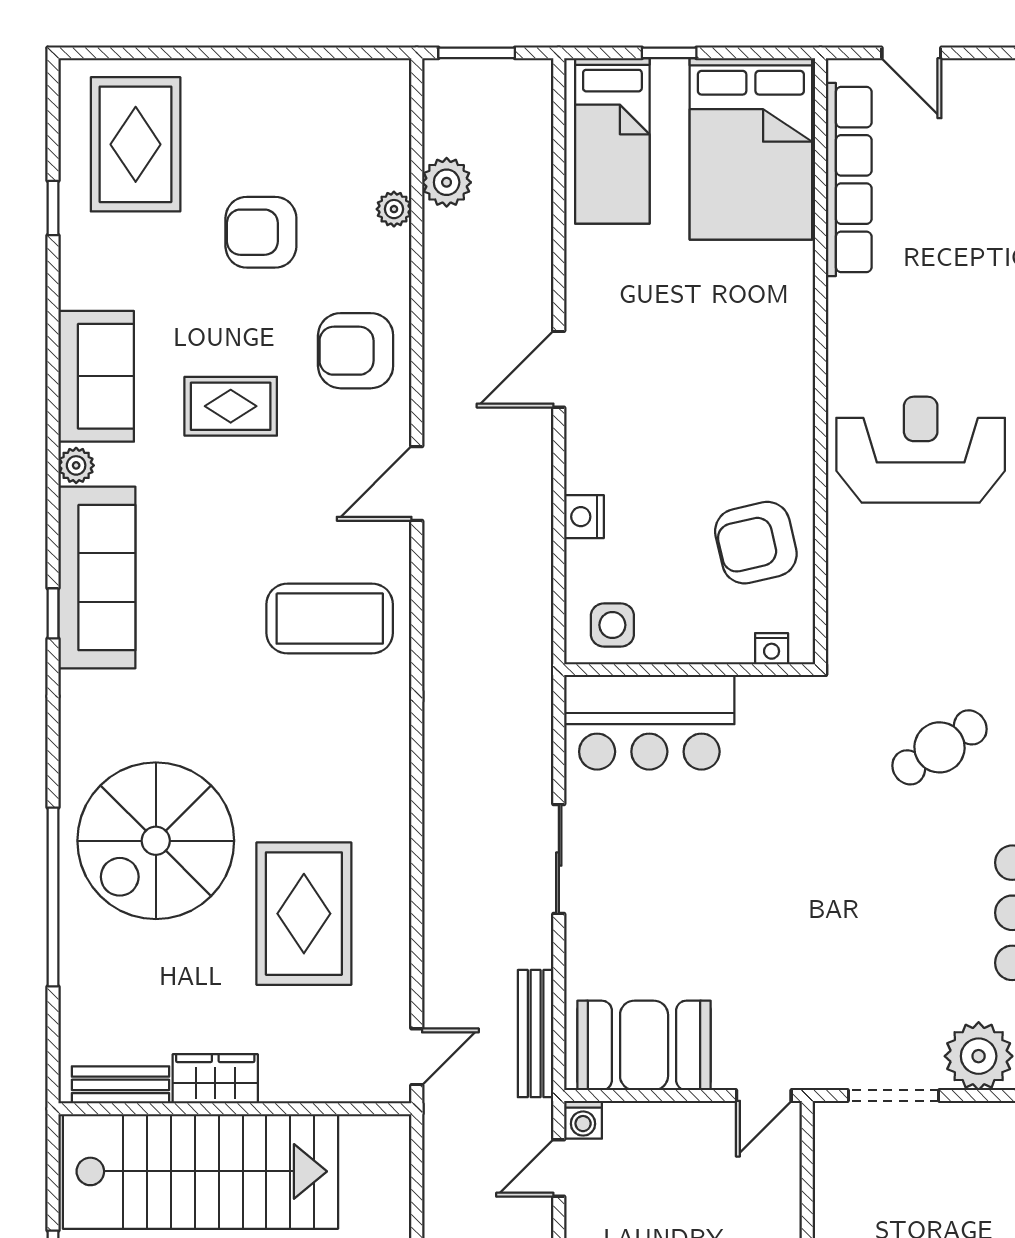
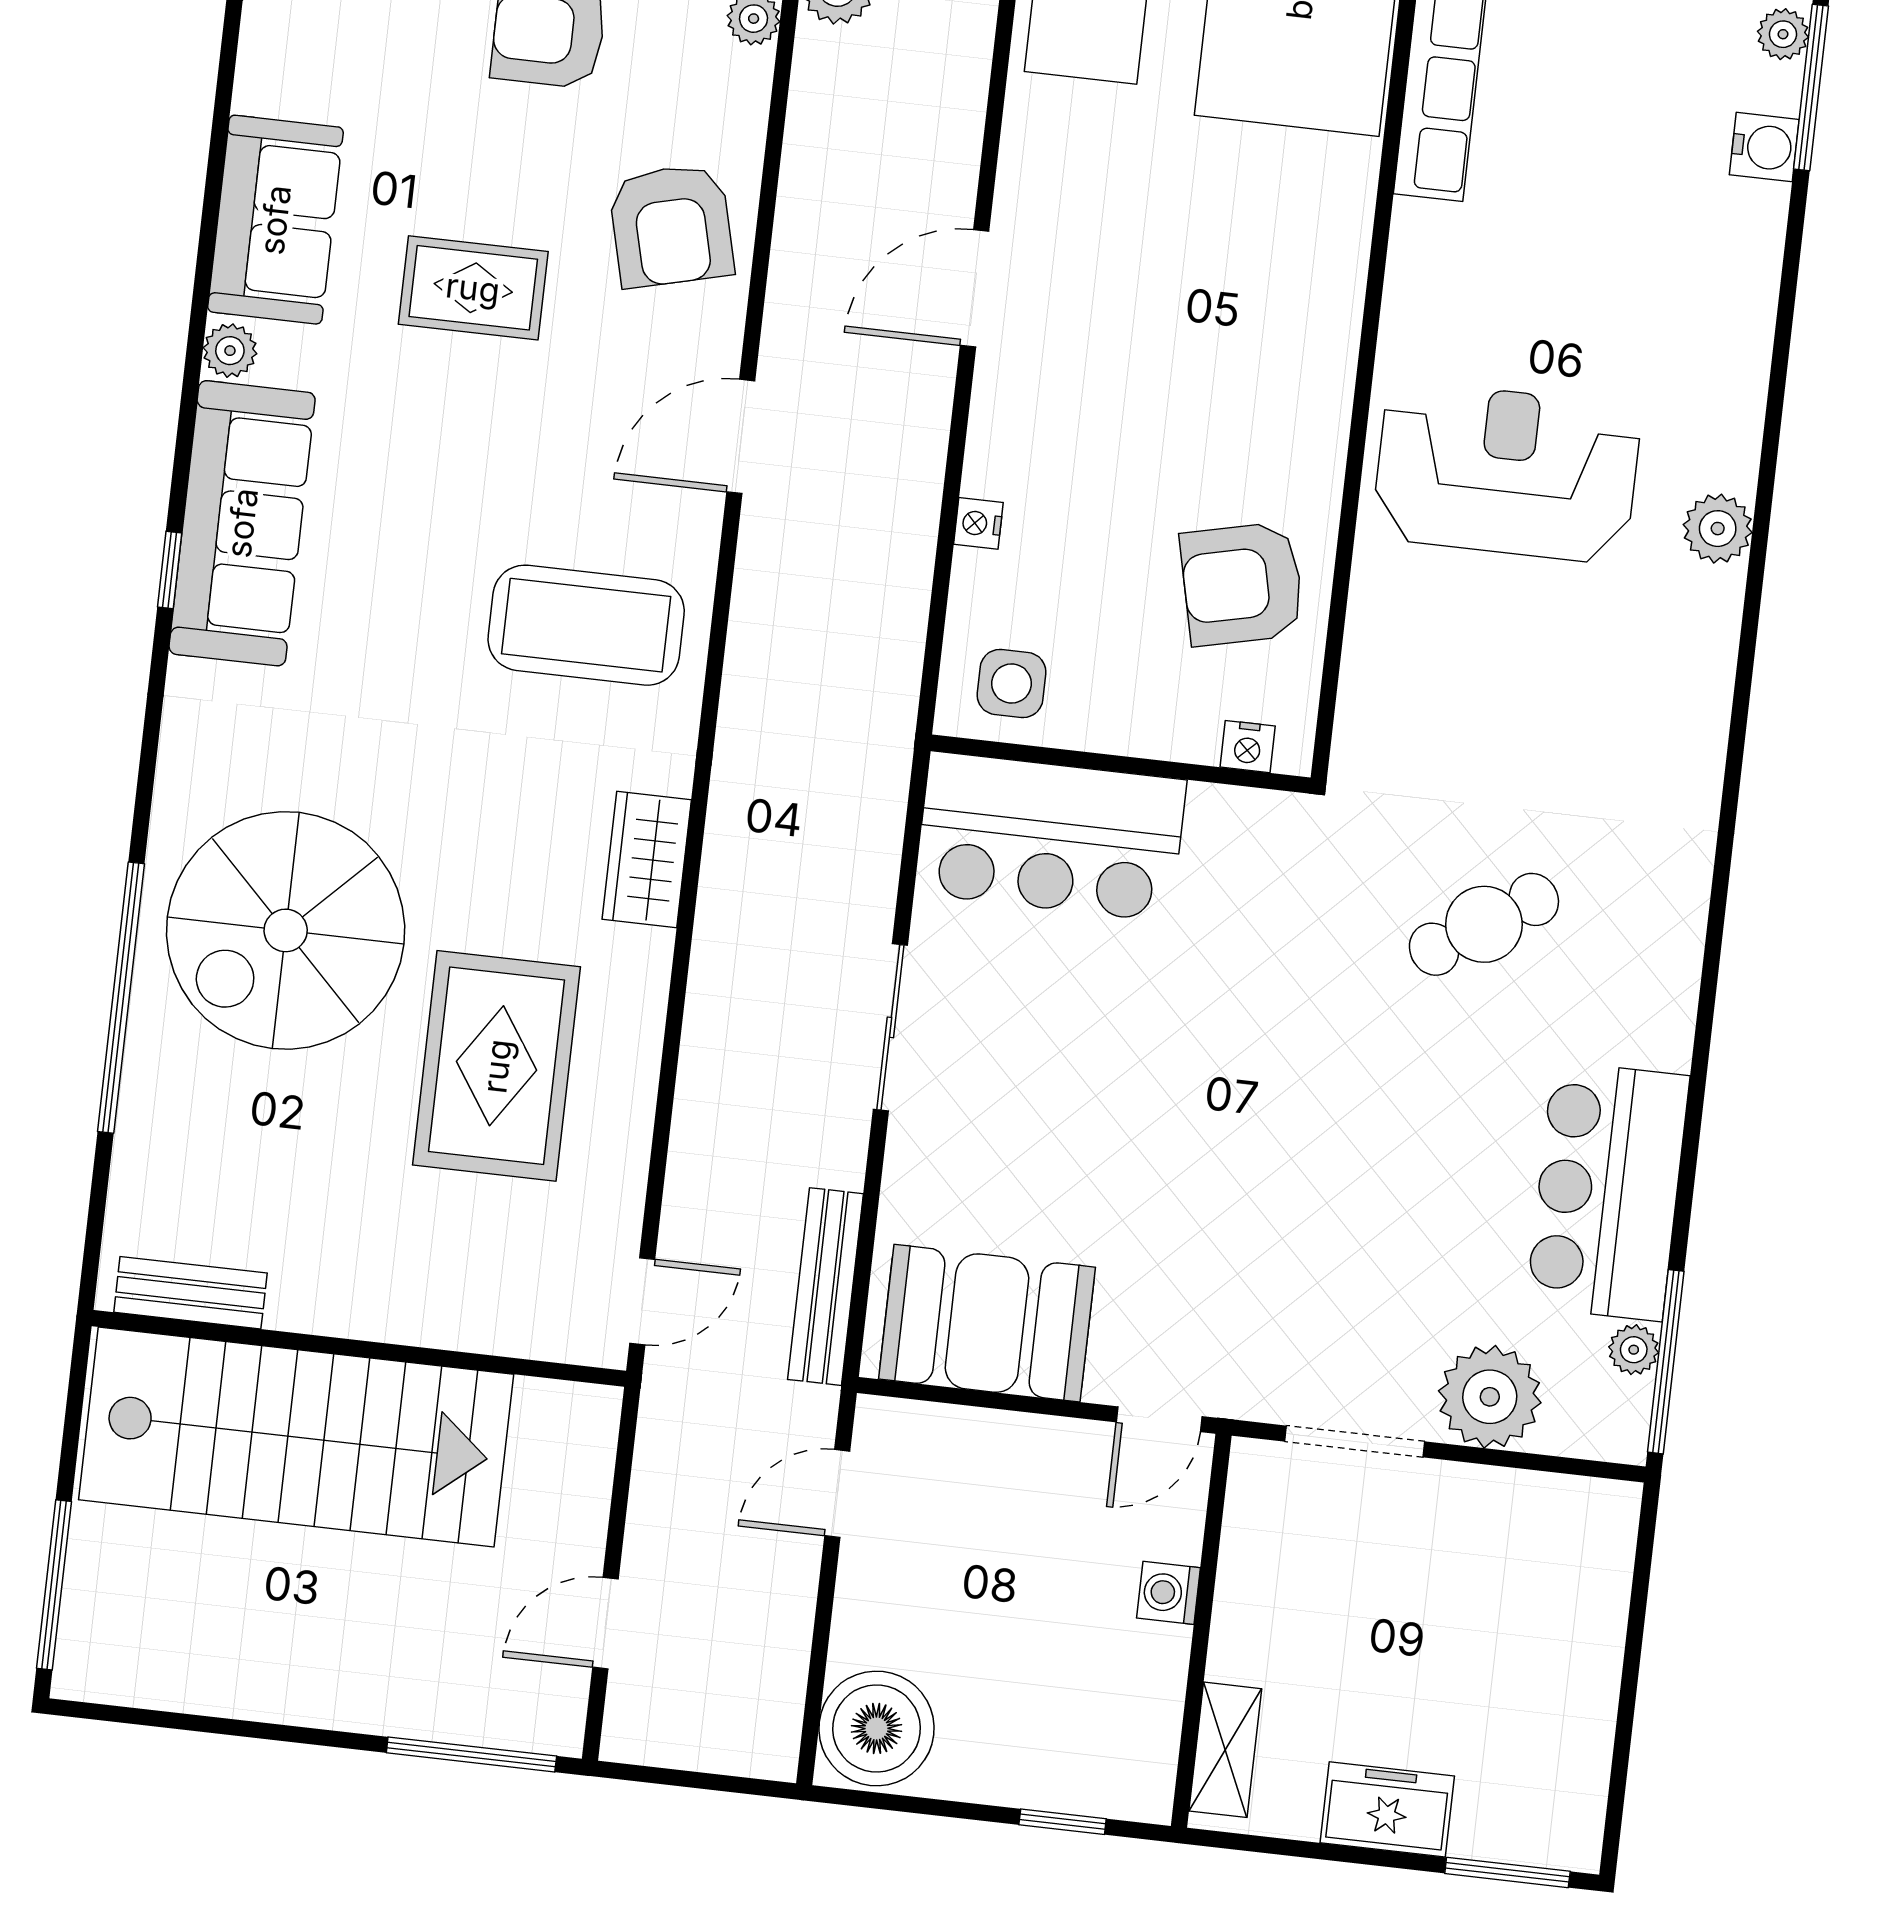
armchair: (356, 351) -> (671, 226), turned -104
nightstand: (584, 517) -> (978, 523), width x0.72, depth x0.74
wardrobe: (215, 1079) -> (647, 860), moved, turned -90
washing machine: (583, 1120) -> (1169, 1593), moved, turned 90

